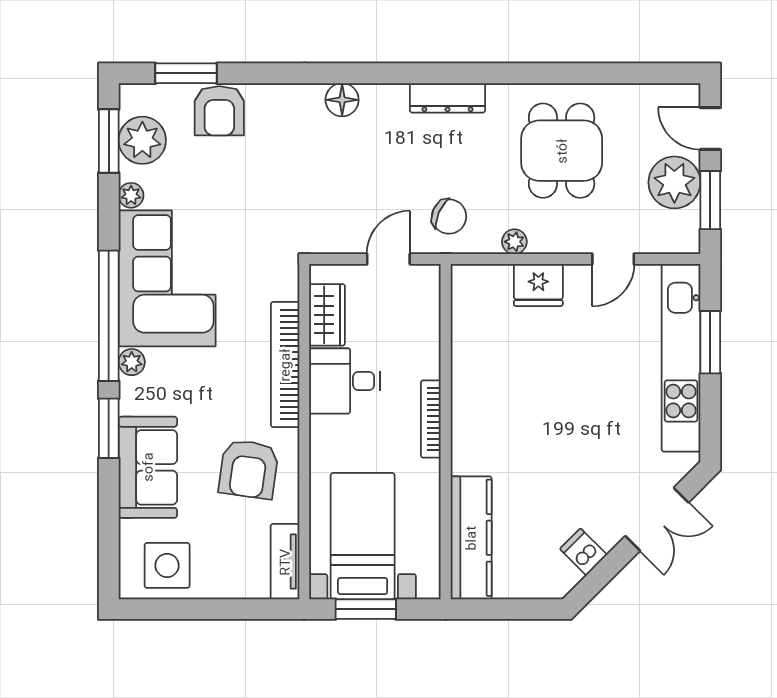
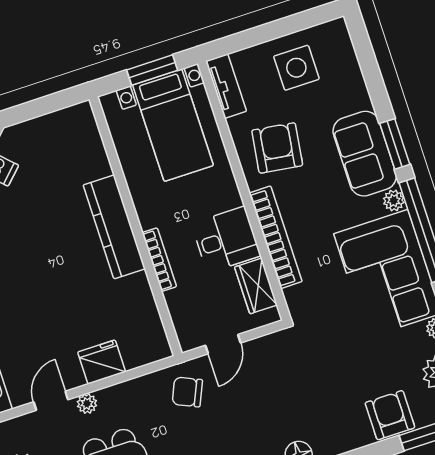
plant: (514, 242) -> (87, 404), moved
bookcase: (431, 419) -> (159, 260), moved
sofa: (148, 467) -> (365, 154), moved
kitchen counter: (471, 538) -> (114, 227), moved
side table: (167, 565) -> (296, 68), moved

